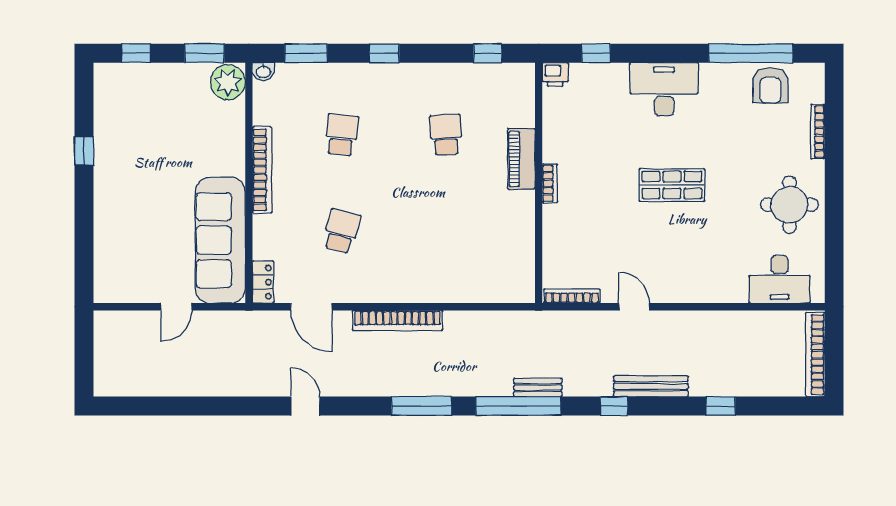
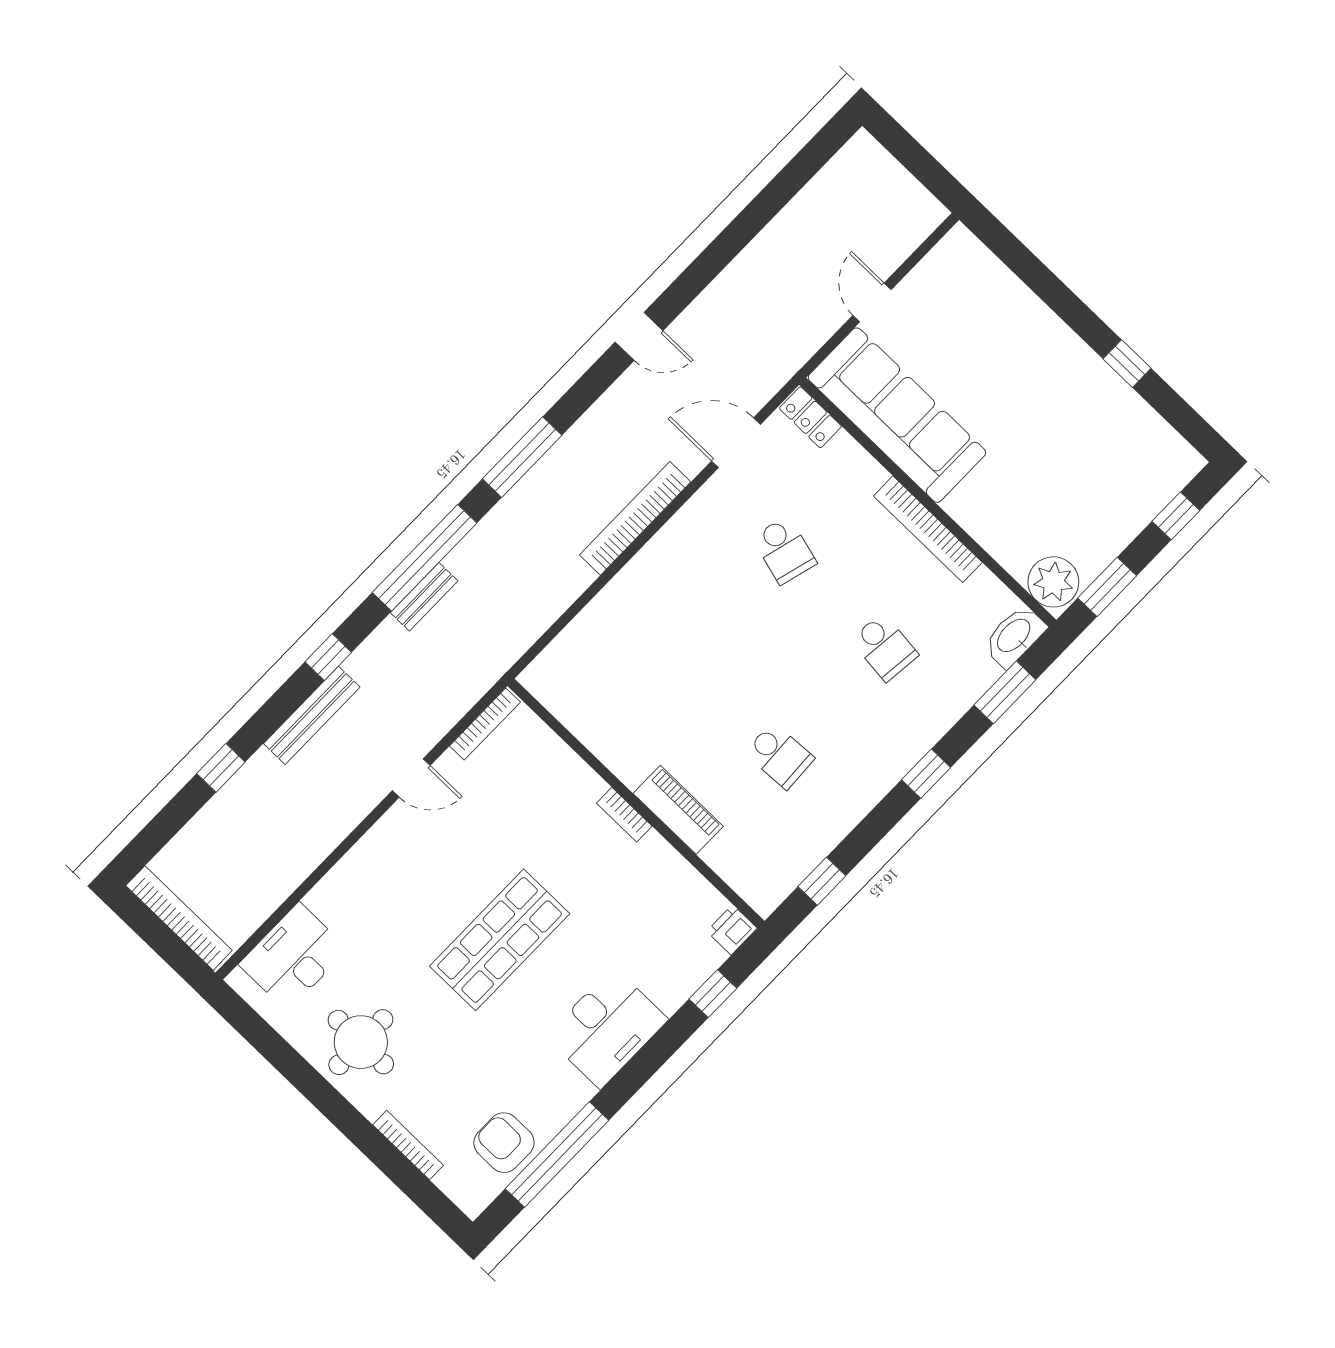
washbasin: (263, 72) -> (1014, 636), width x1.91, depth x1.45
shop shelf: (672, 185) -> (500, 940), width x1.43, depth x1.36

